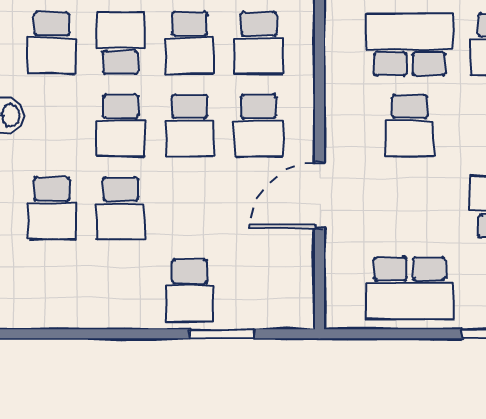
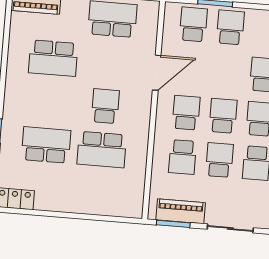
school desk: (259, 43) -> (182, 157), turned 180
school desk: (259, 291) -> (193, 24), added

